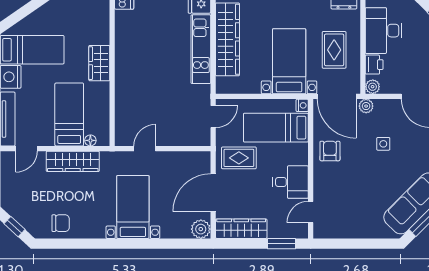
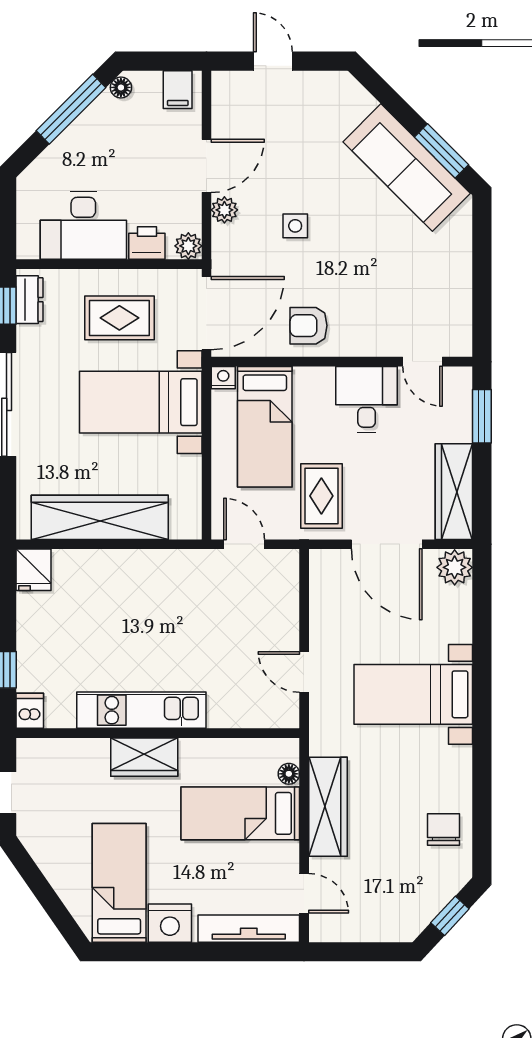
kitchen unit: (201, 49) -> (141, 710), moved, turned 180
plant: (366, 106) -> (224, 210), moved

